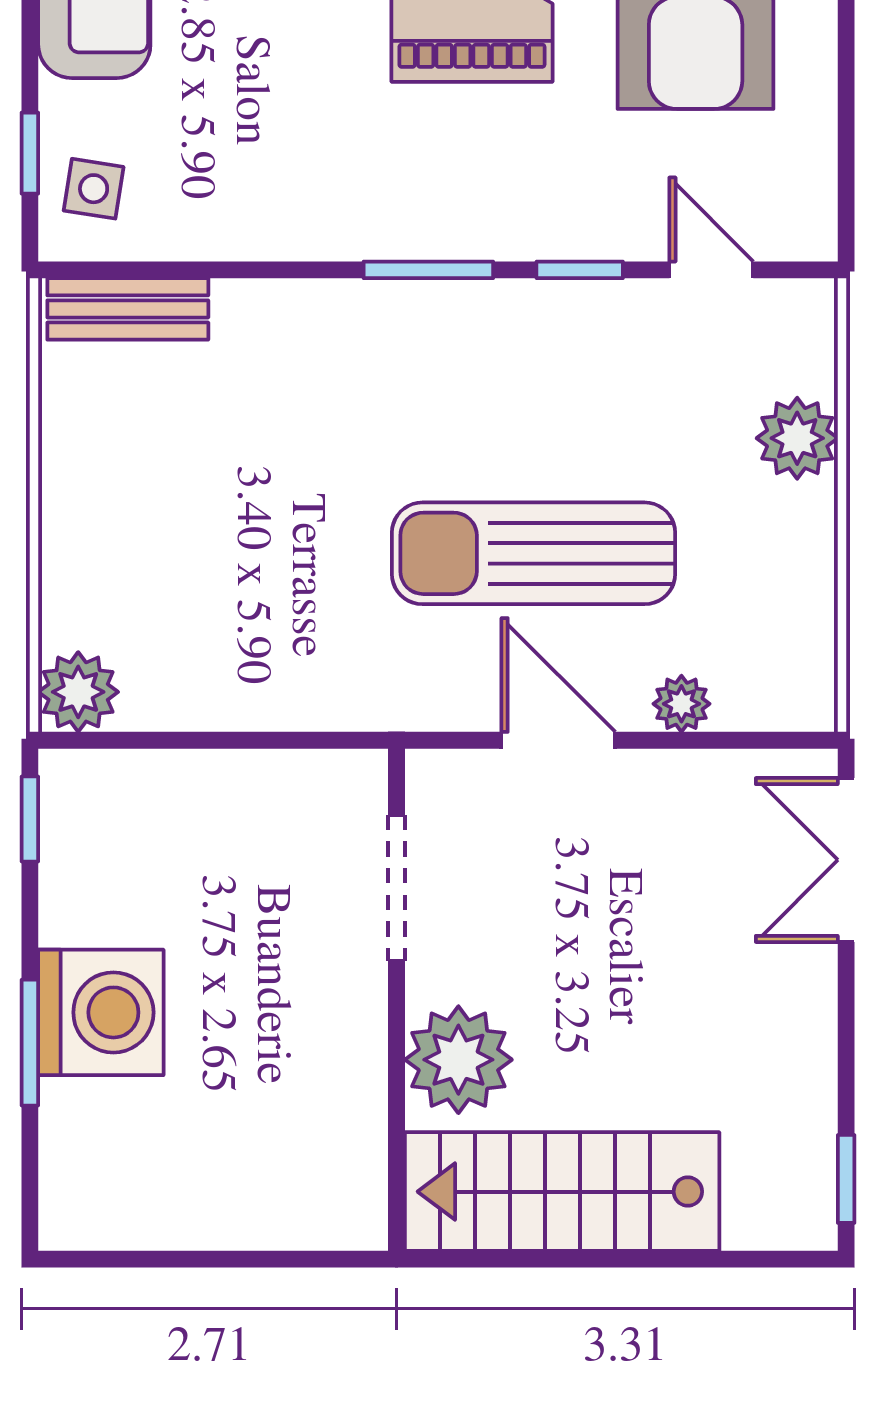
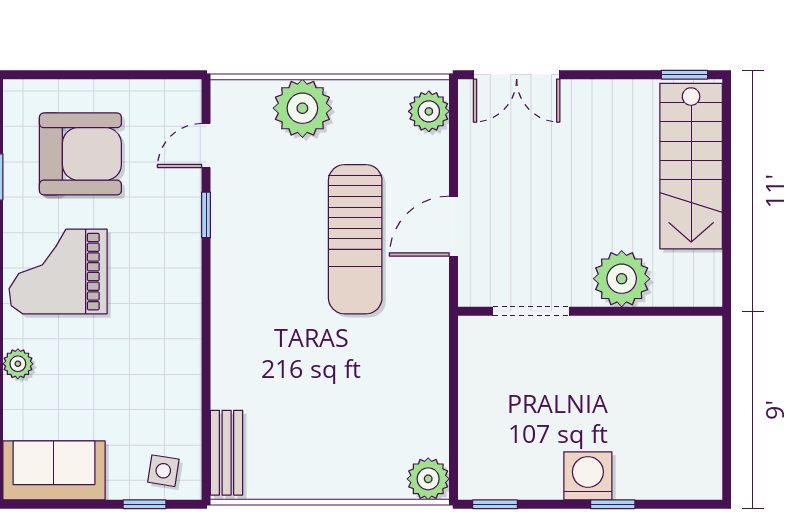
window: (428, 270) -> (206, 295), removed
plant: (797, 438) -> (302, 108), width x1.36, depth x1.36
plant: (681, 704) -> (429, 111), moved, width x1.38, depth x1.38
washing machine: (101, 1012) -> (588, 476), width x0.73, depth x0.73
window: (30, 1043) -> (613, 504), width x0.67
stairs: (562, 1192) -> (691, 166), moved

